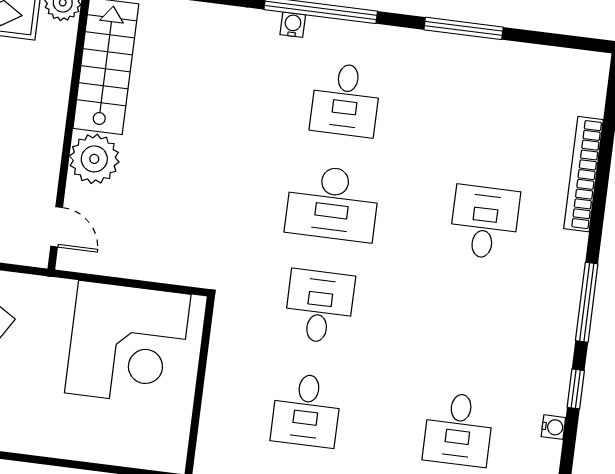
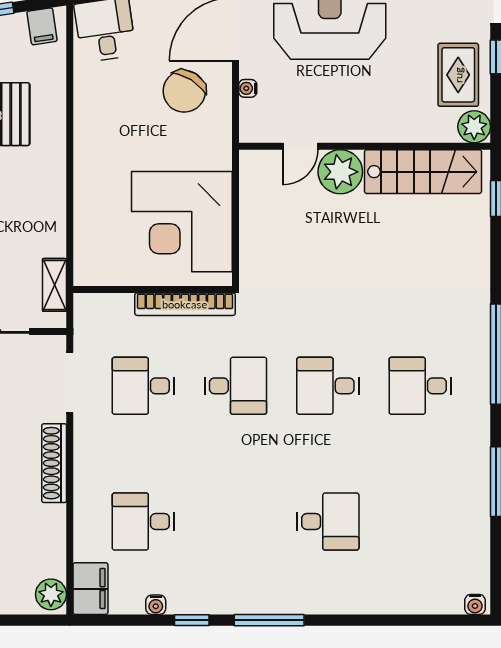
water cooler: (293, 25) -> (475, 604), moved, turned 90
bookcase: (584, 174) -> (185, 304), moved, turned 180
desk: (332, 203) -> (328, 386), width x0.73
door: (57, 227) -> (300, 146), moved

